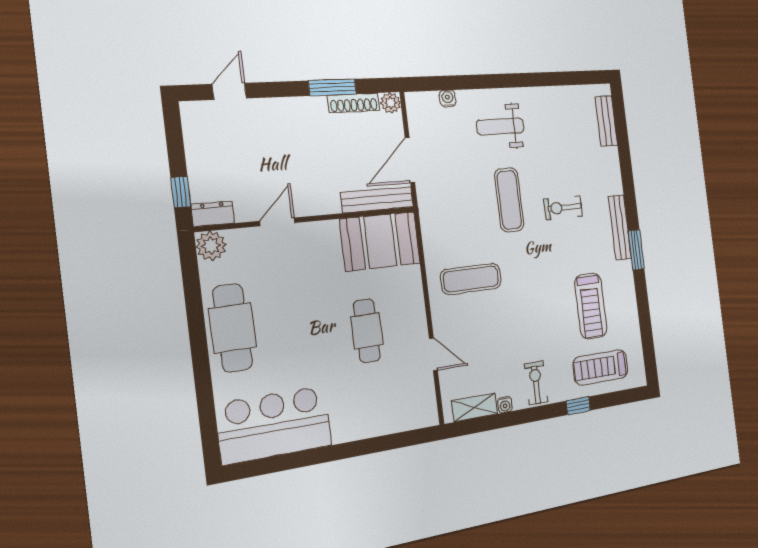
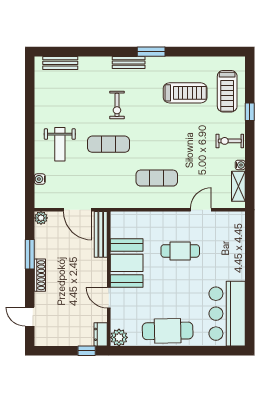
shoe rack: (354, 103) -> (40, 275), moved
bench: (620, 227) -> (129, 63), width x0.73
booth: (380, 241) -> (127, 263), moved
exercise mat: (471, 279) -> (157, 178), turned 90

